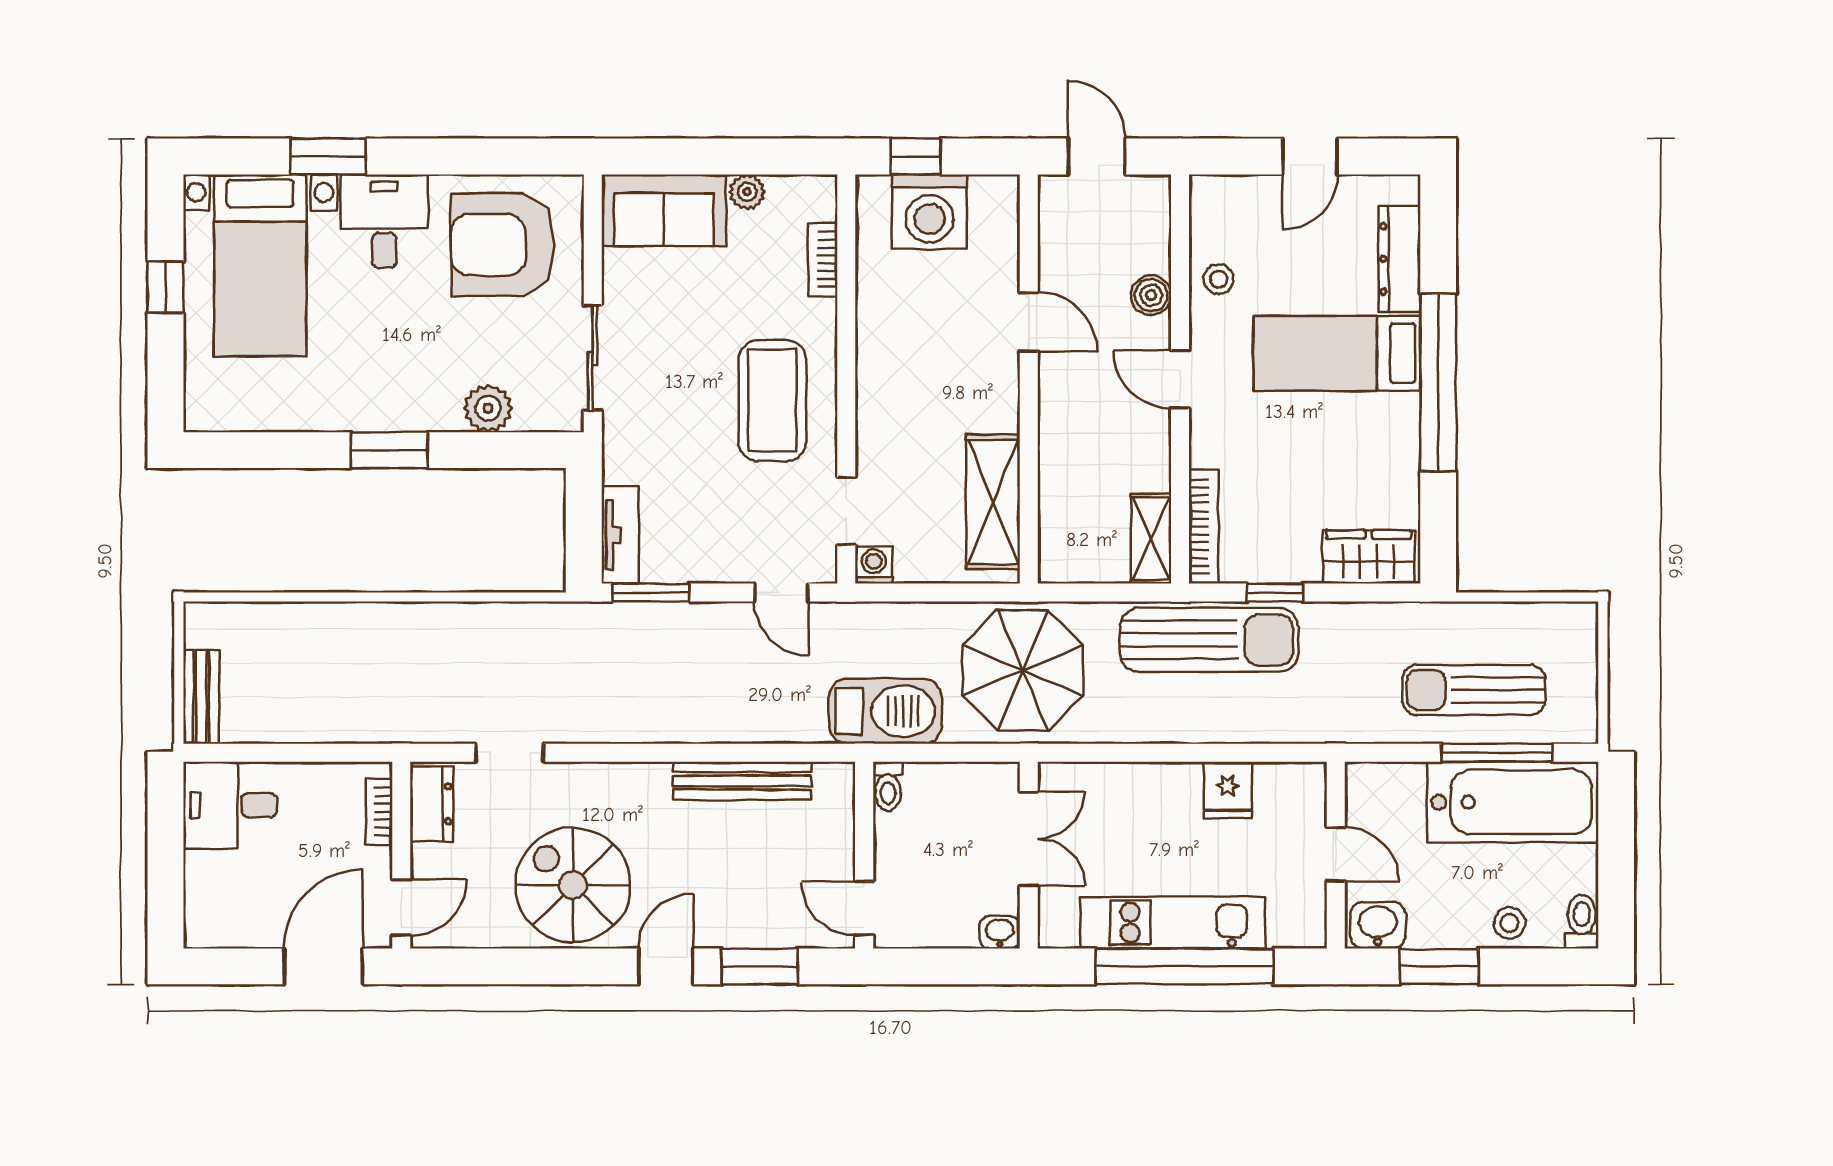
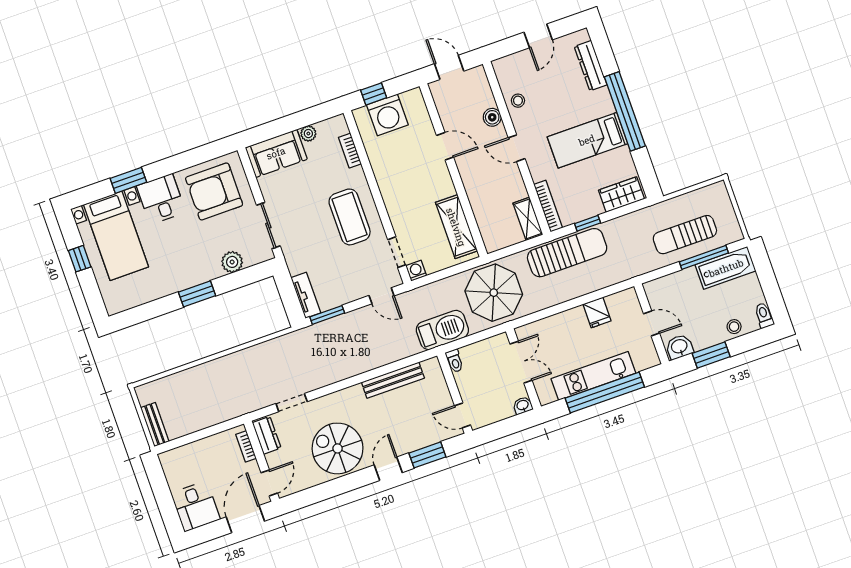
bed: (1337, 353) -> (587, 140), moved
bathtub: (1513, 802) -> (726, 268), width x0.73, depth x0.73
desk: (230, 805) -> (196, 506), moved, turned -90

